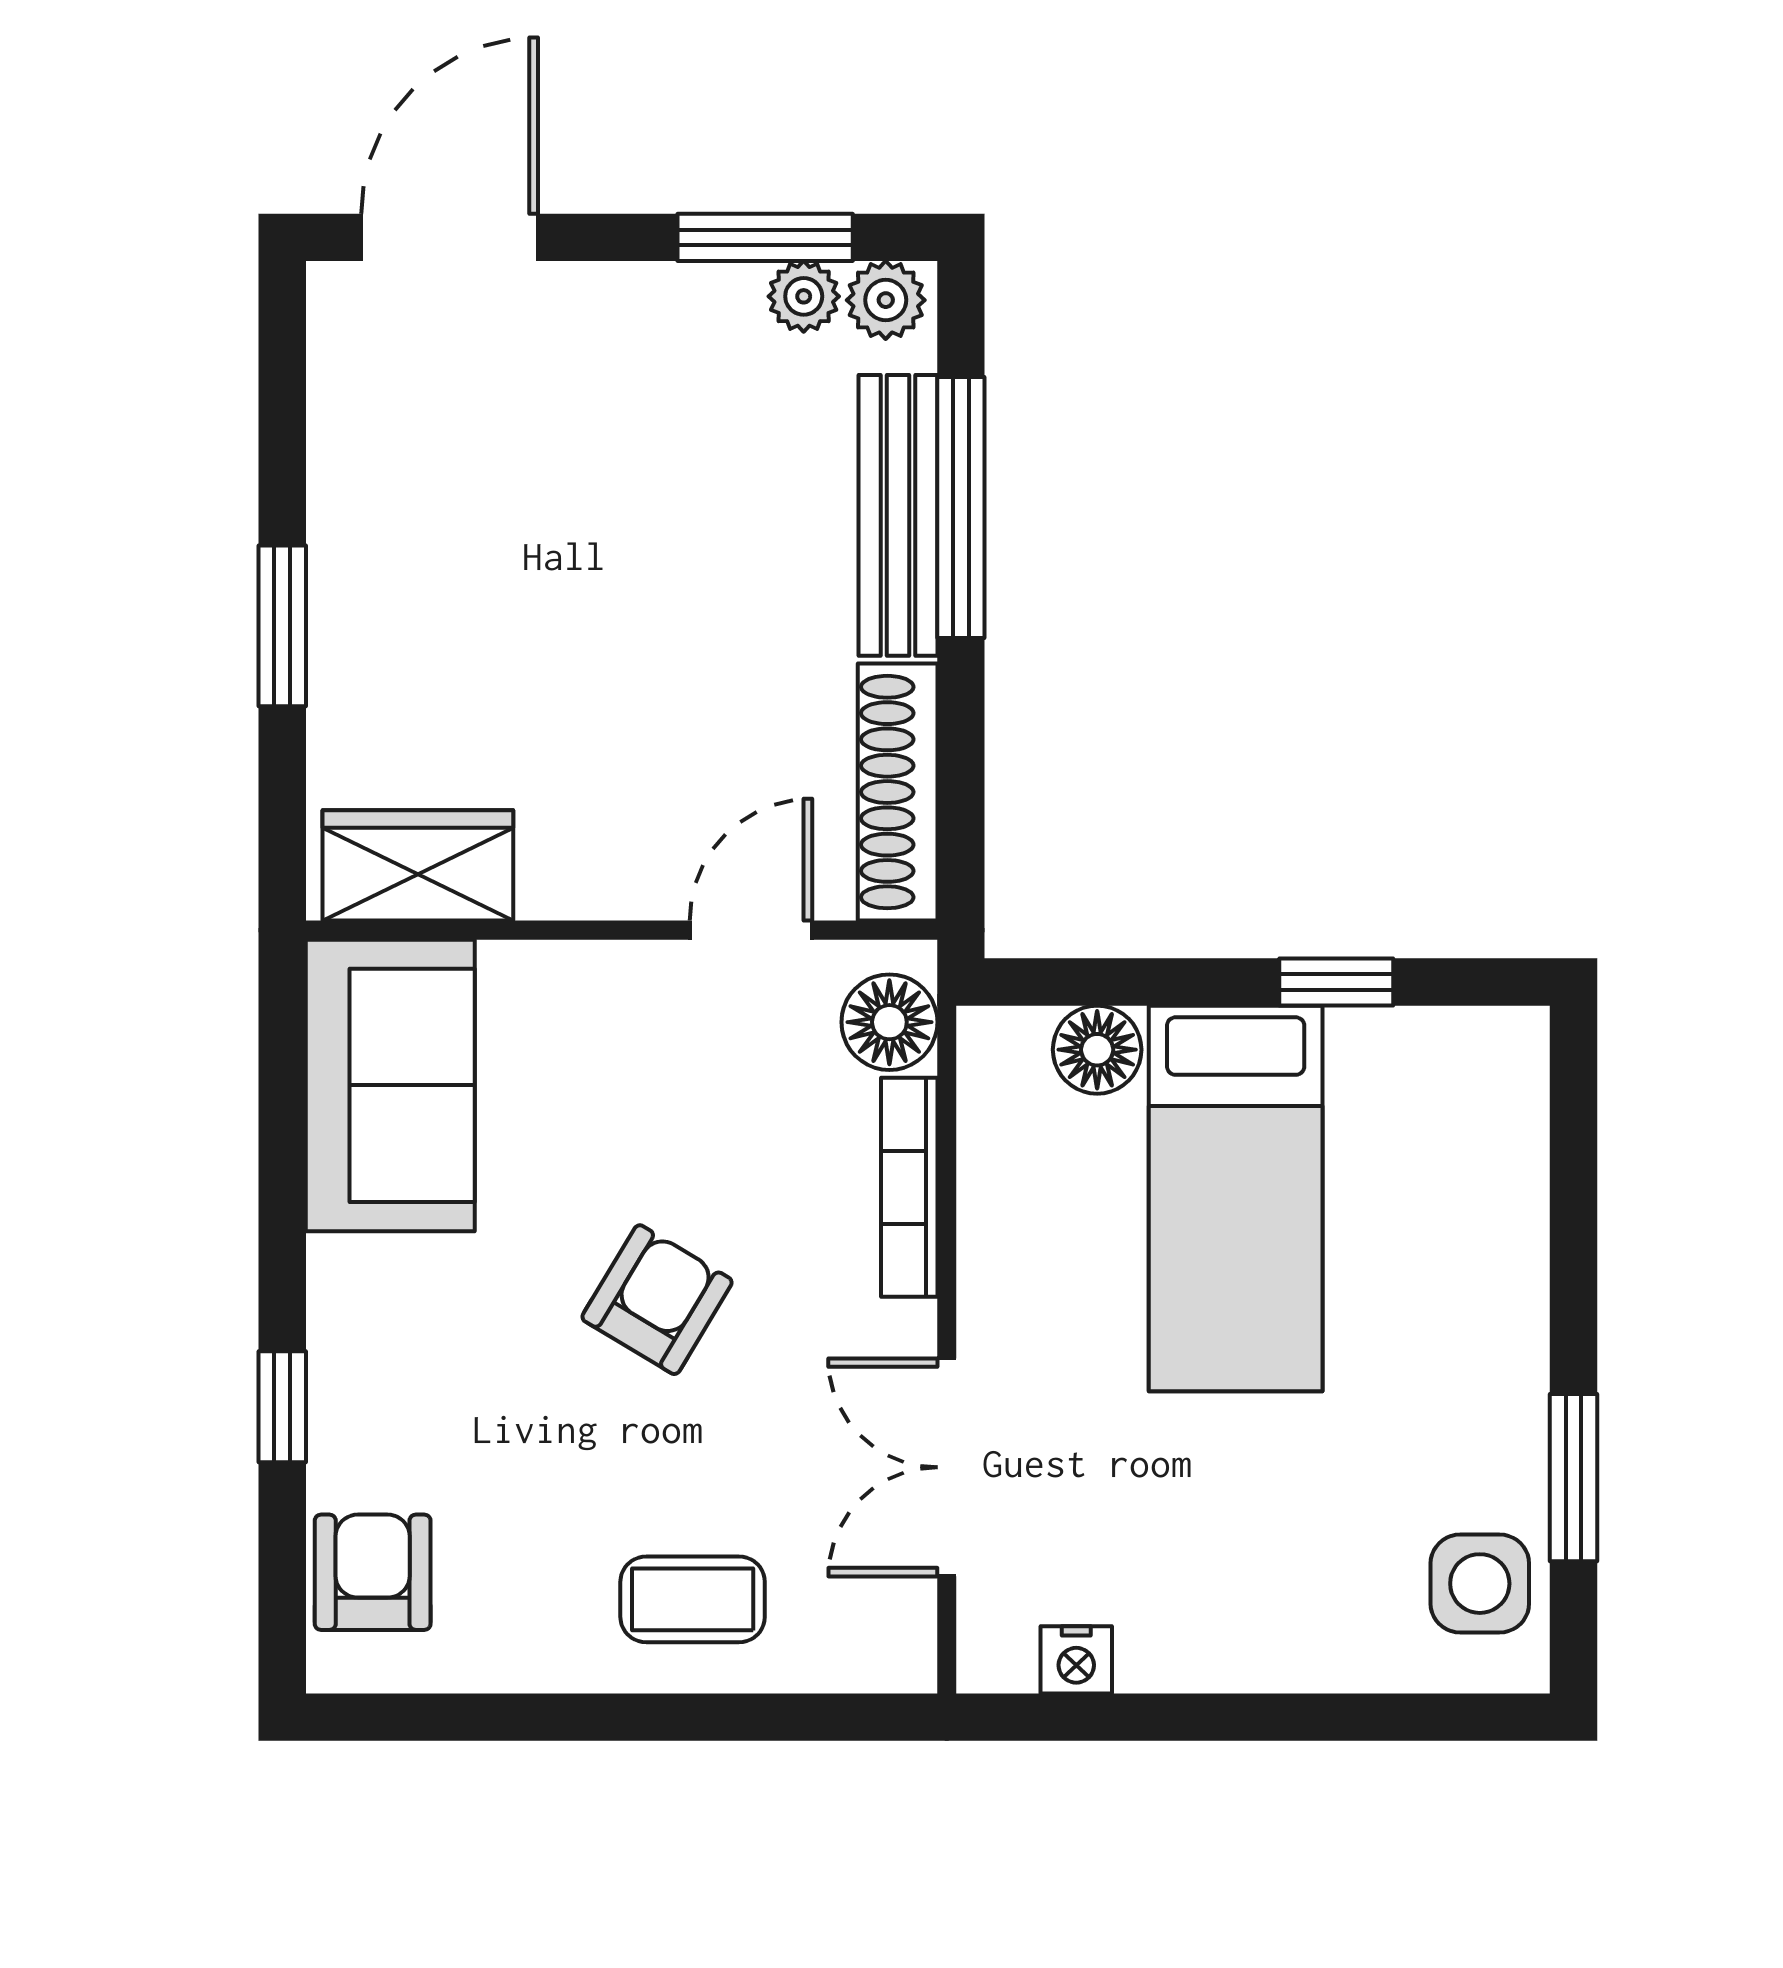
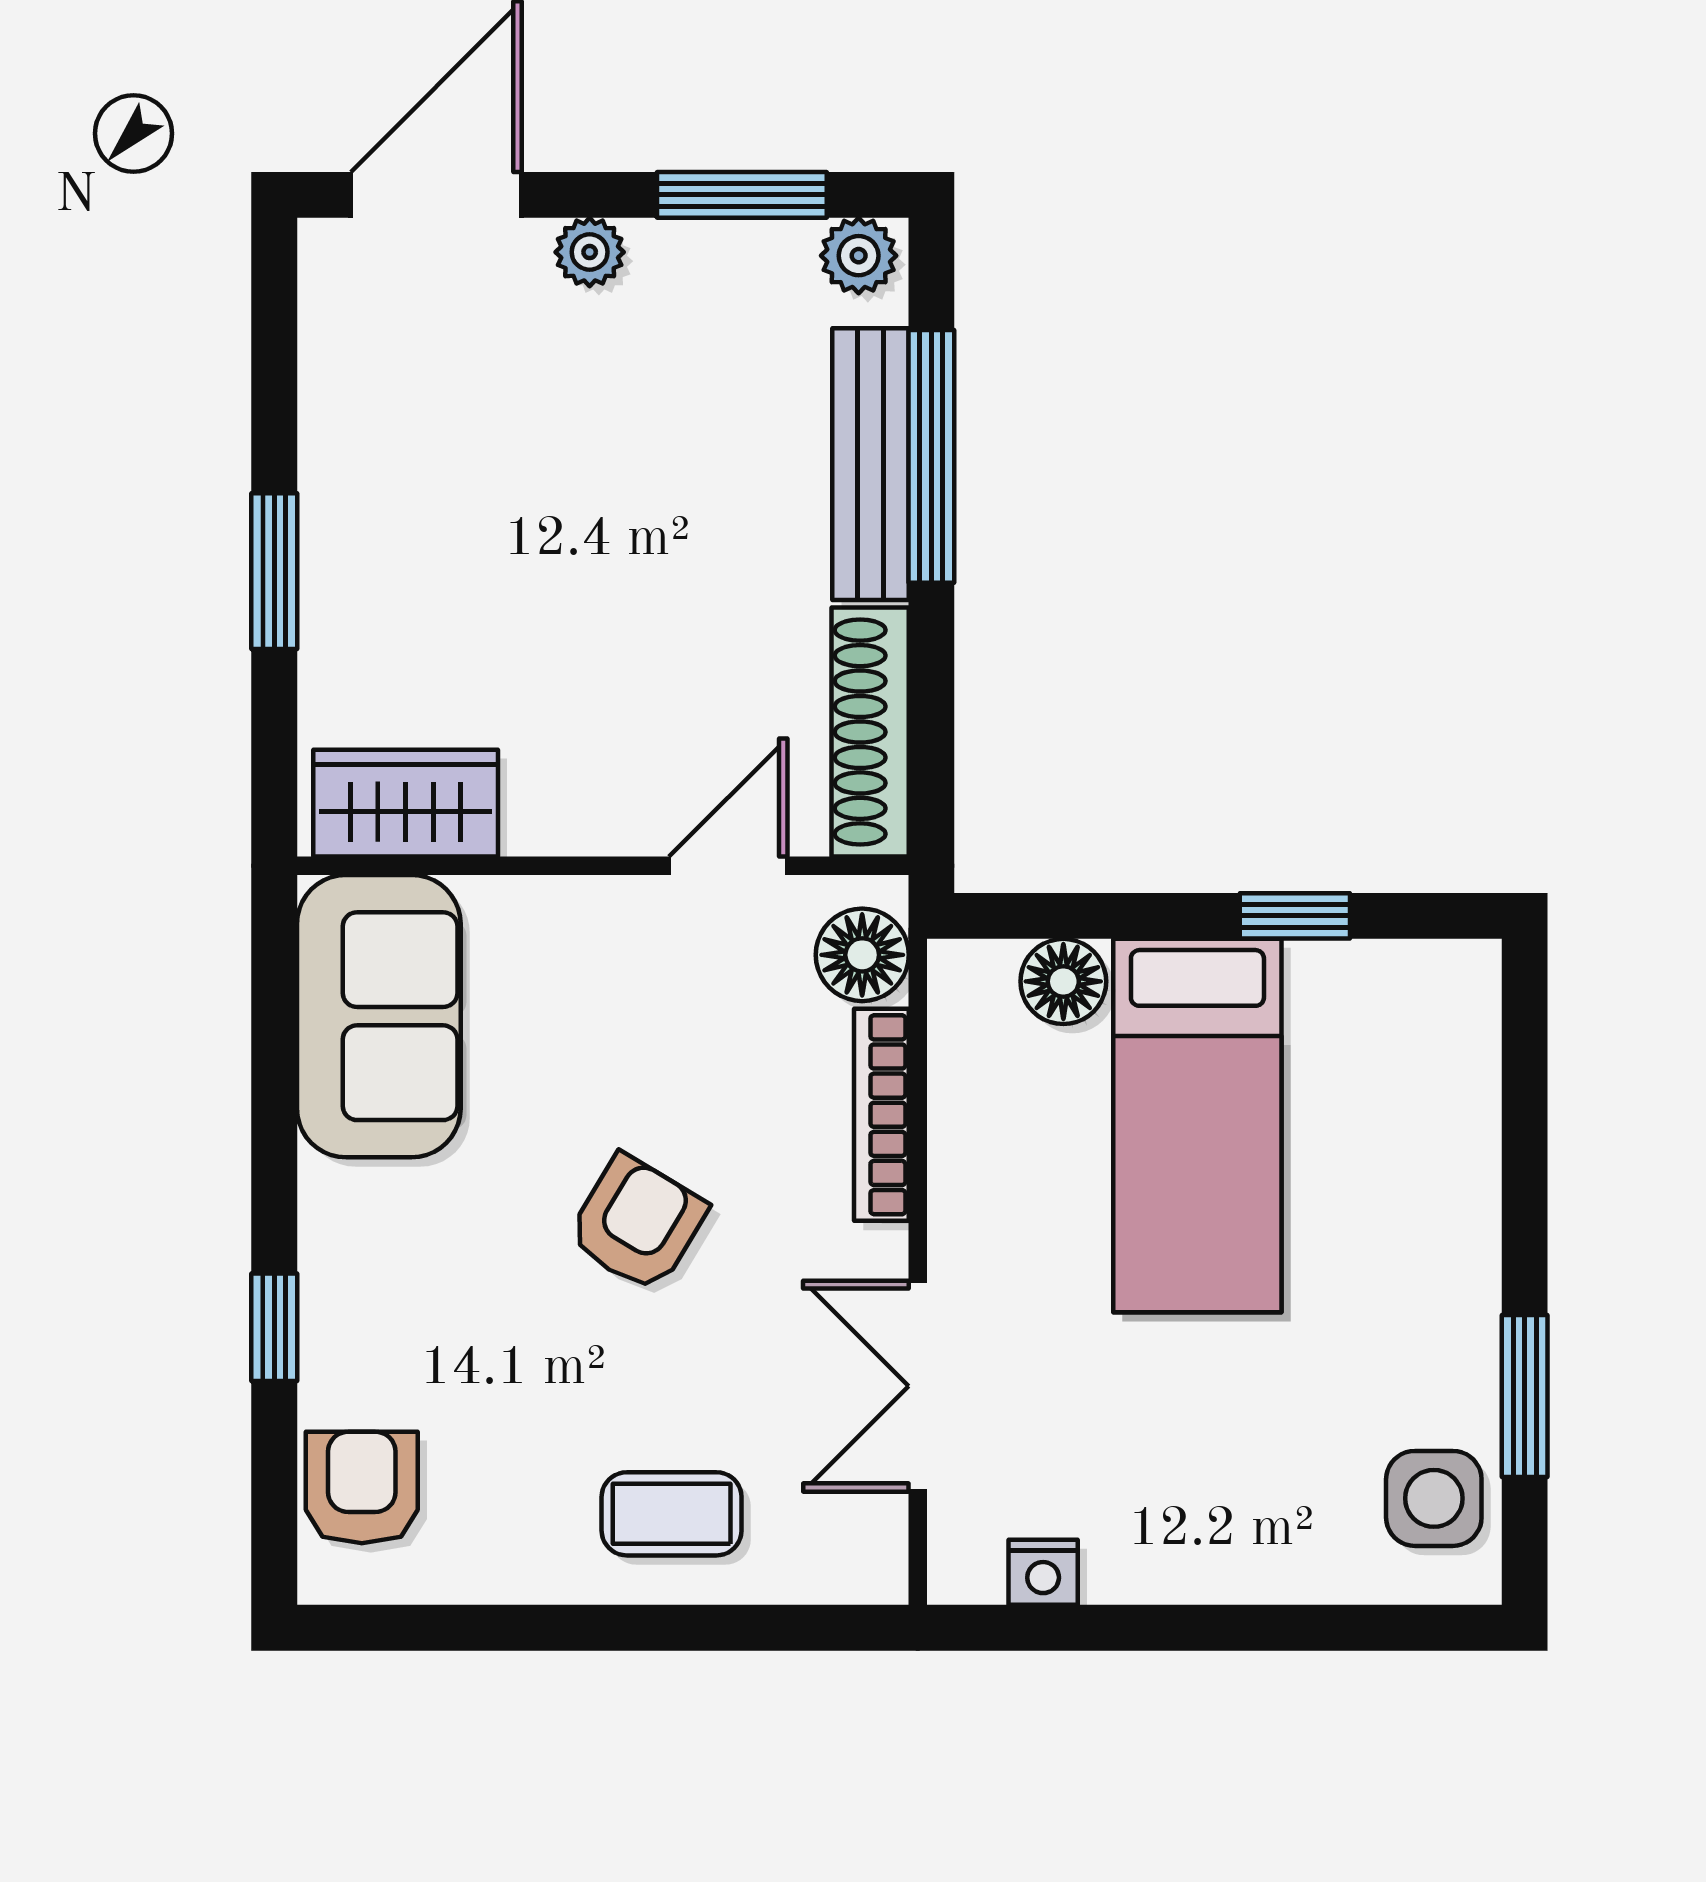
plant: (804, 296) -> (590, 252), moved

